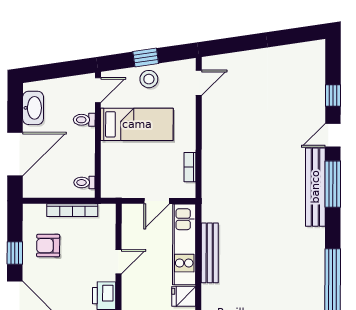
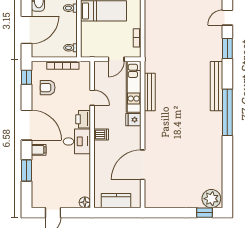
window: (333, 184) -> (227, 49), width x0.69
bench: (315, 187) -> (216, 86), moved
window: (15, 253) -> (27, 77), moved
door: (119, 262) -> (92, 98), hinge flipped

